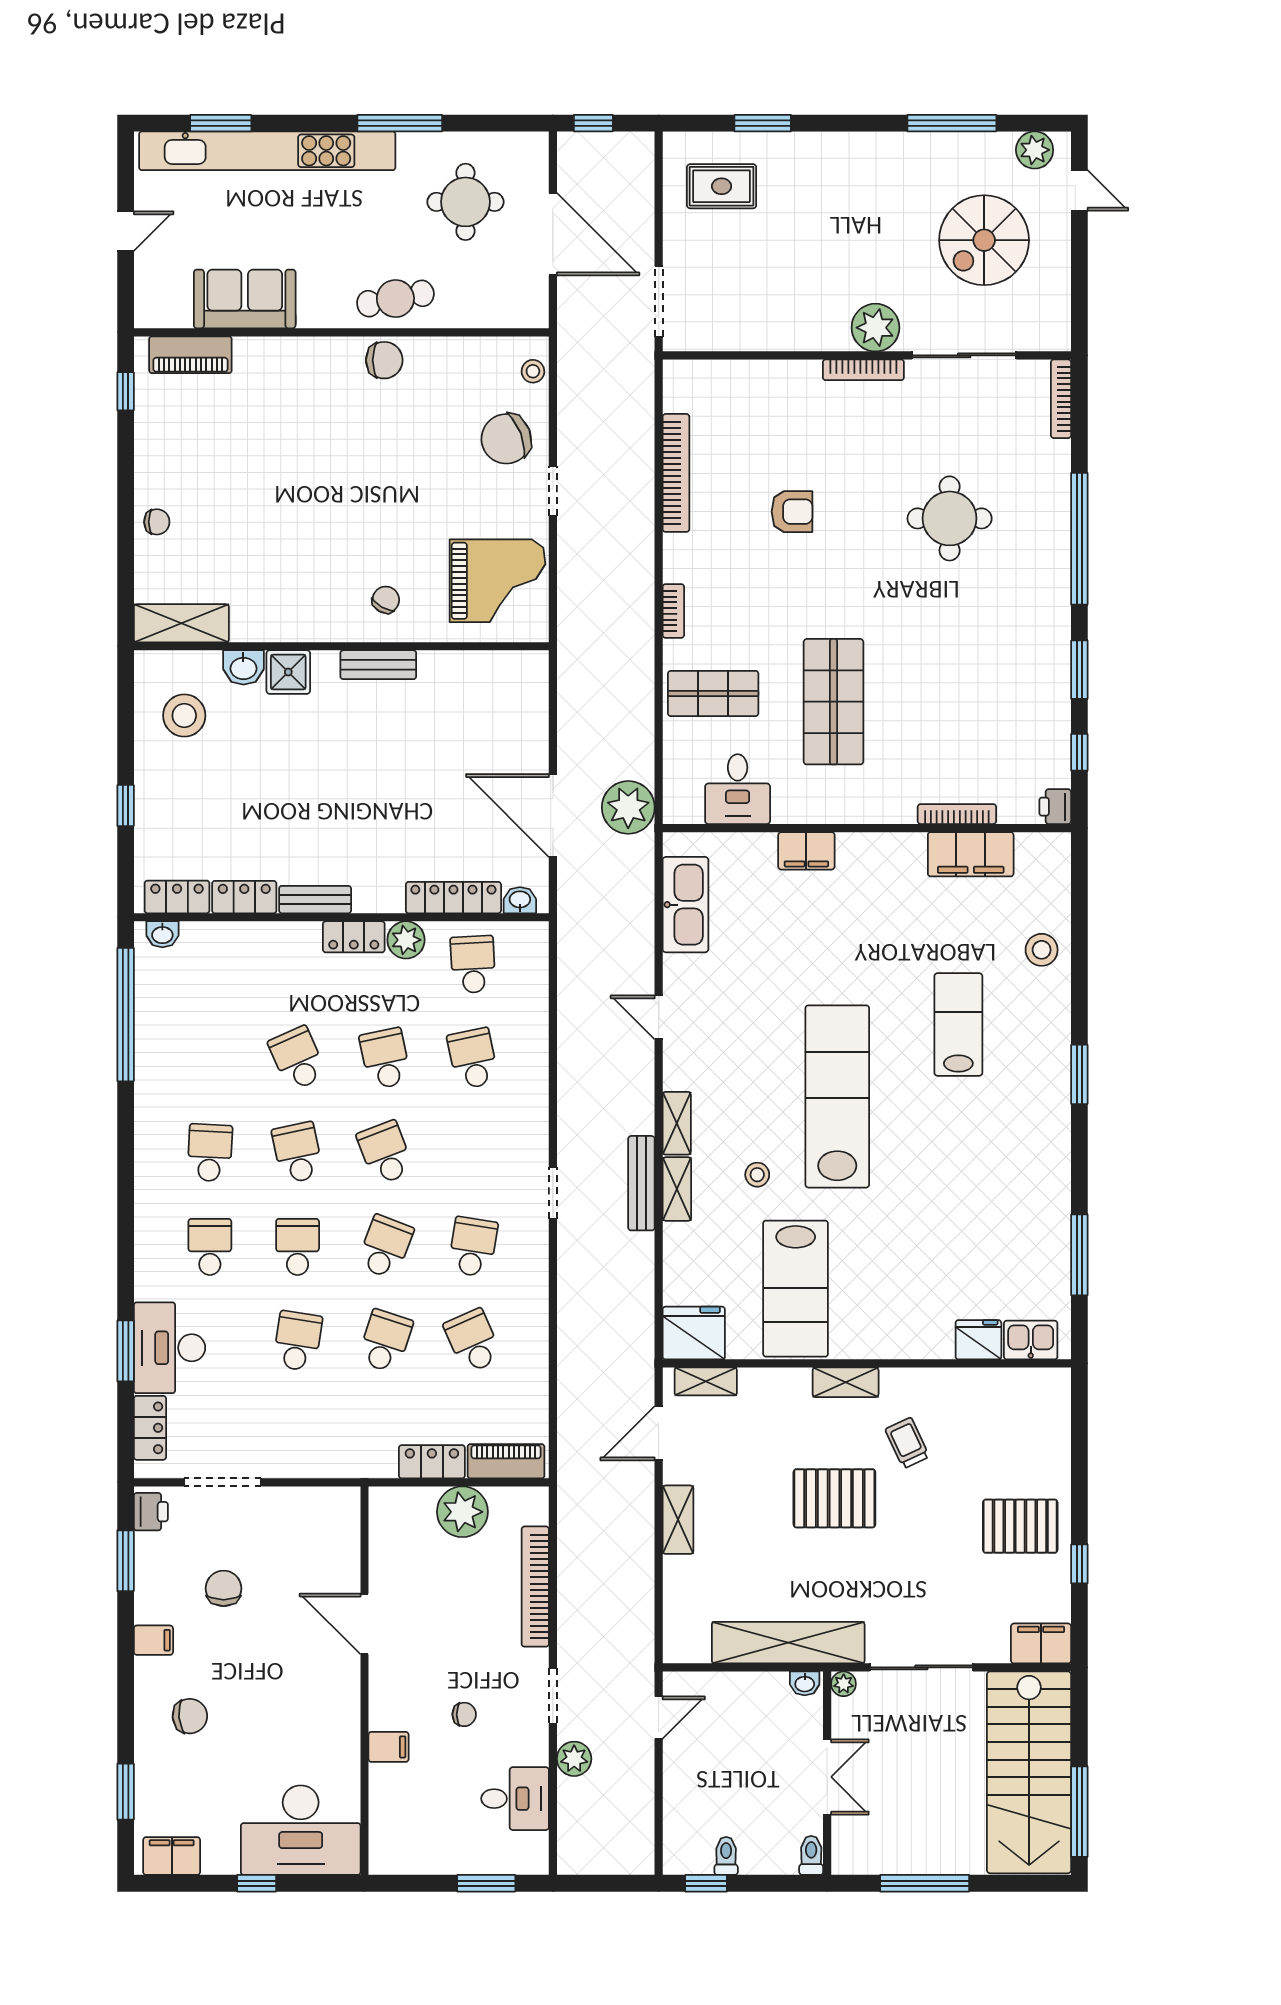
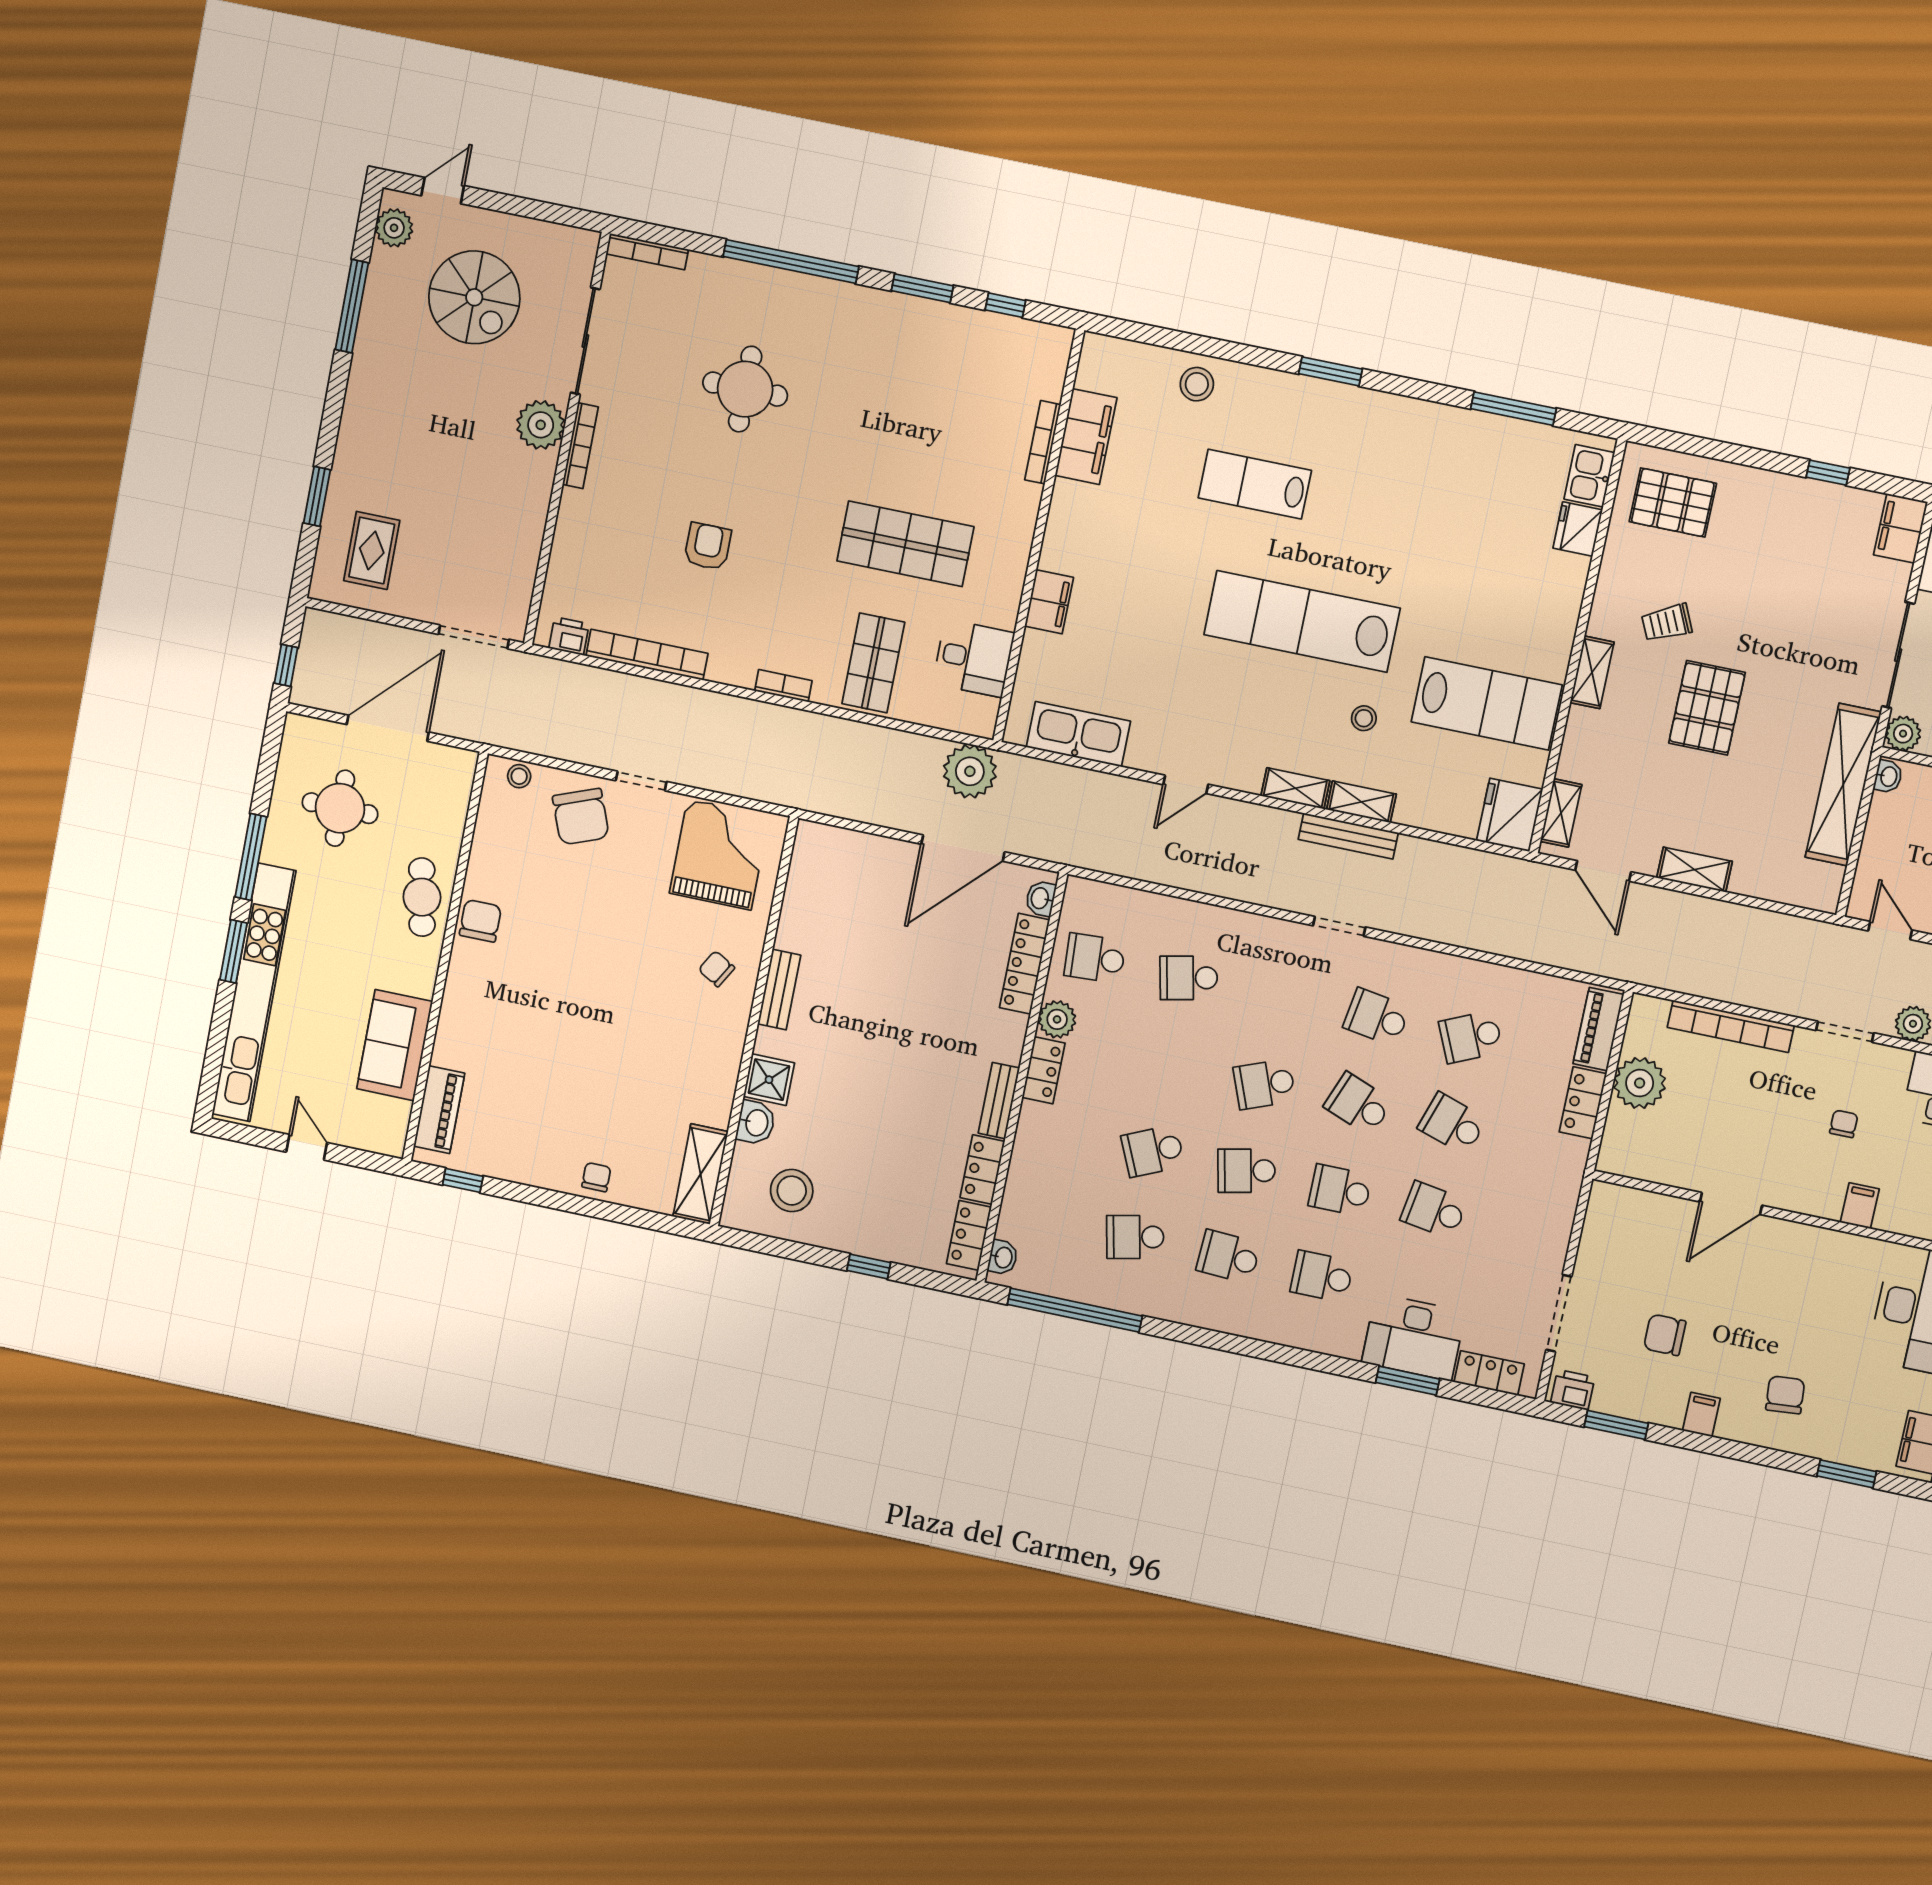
window: (221, 123) -> (233, 951), moved
printer: (1055, 807) -> (569, 636), moved, turned 180
school desk: (385, 1059) -> (1135, 1237), moved
pallet: (1020, 1526) -> (1673, 502), moved, turned 90
plant: (844, 1684) -> (1903, 734), width x1.38, depth x1.38

